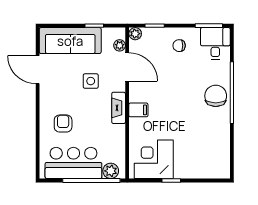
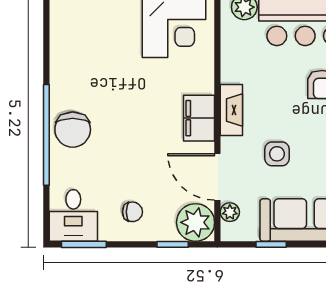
plant: (135, 34) -> (196, 222), width x1.88, depth x1.88
filing cabinet: (138, 110) -> (199, 118), width x2.00

